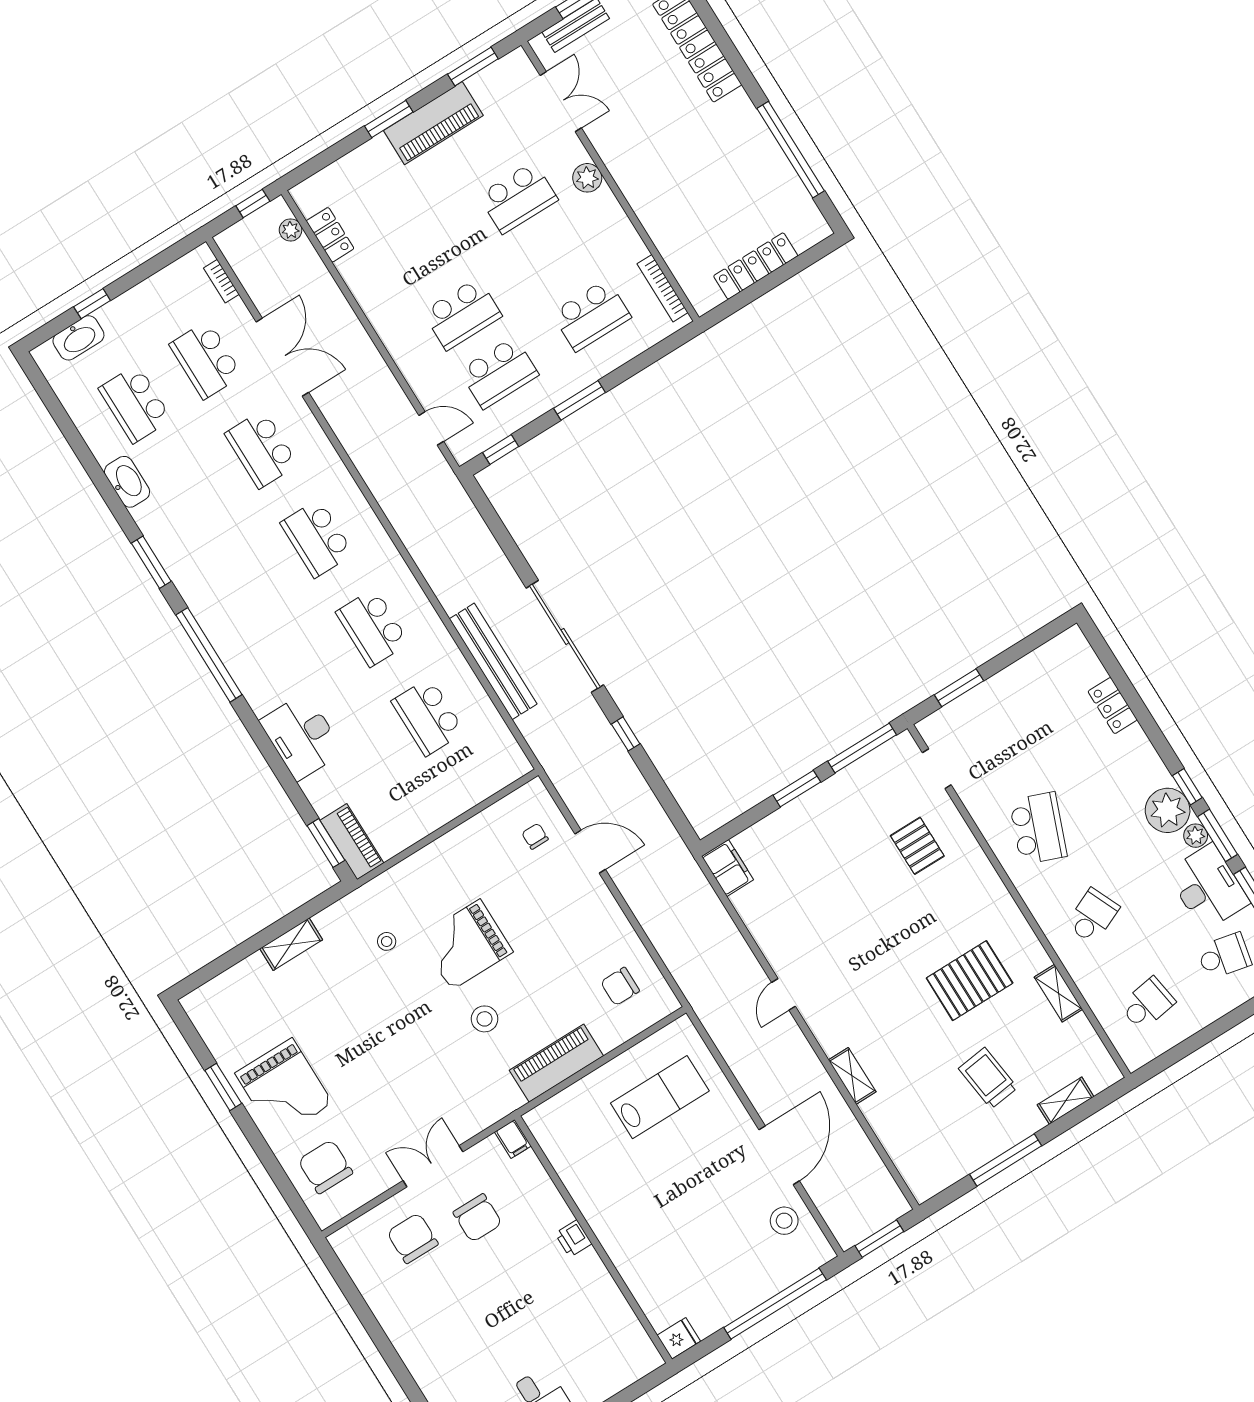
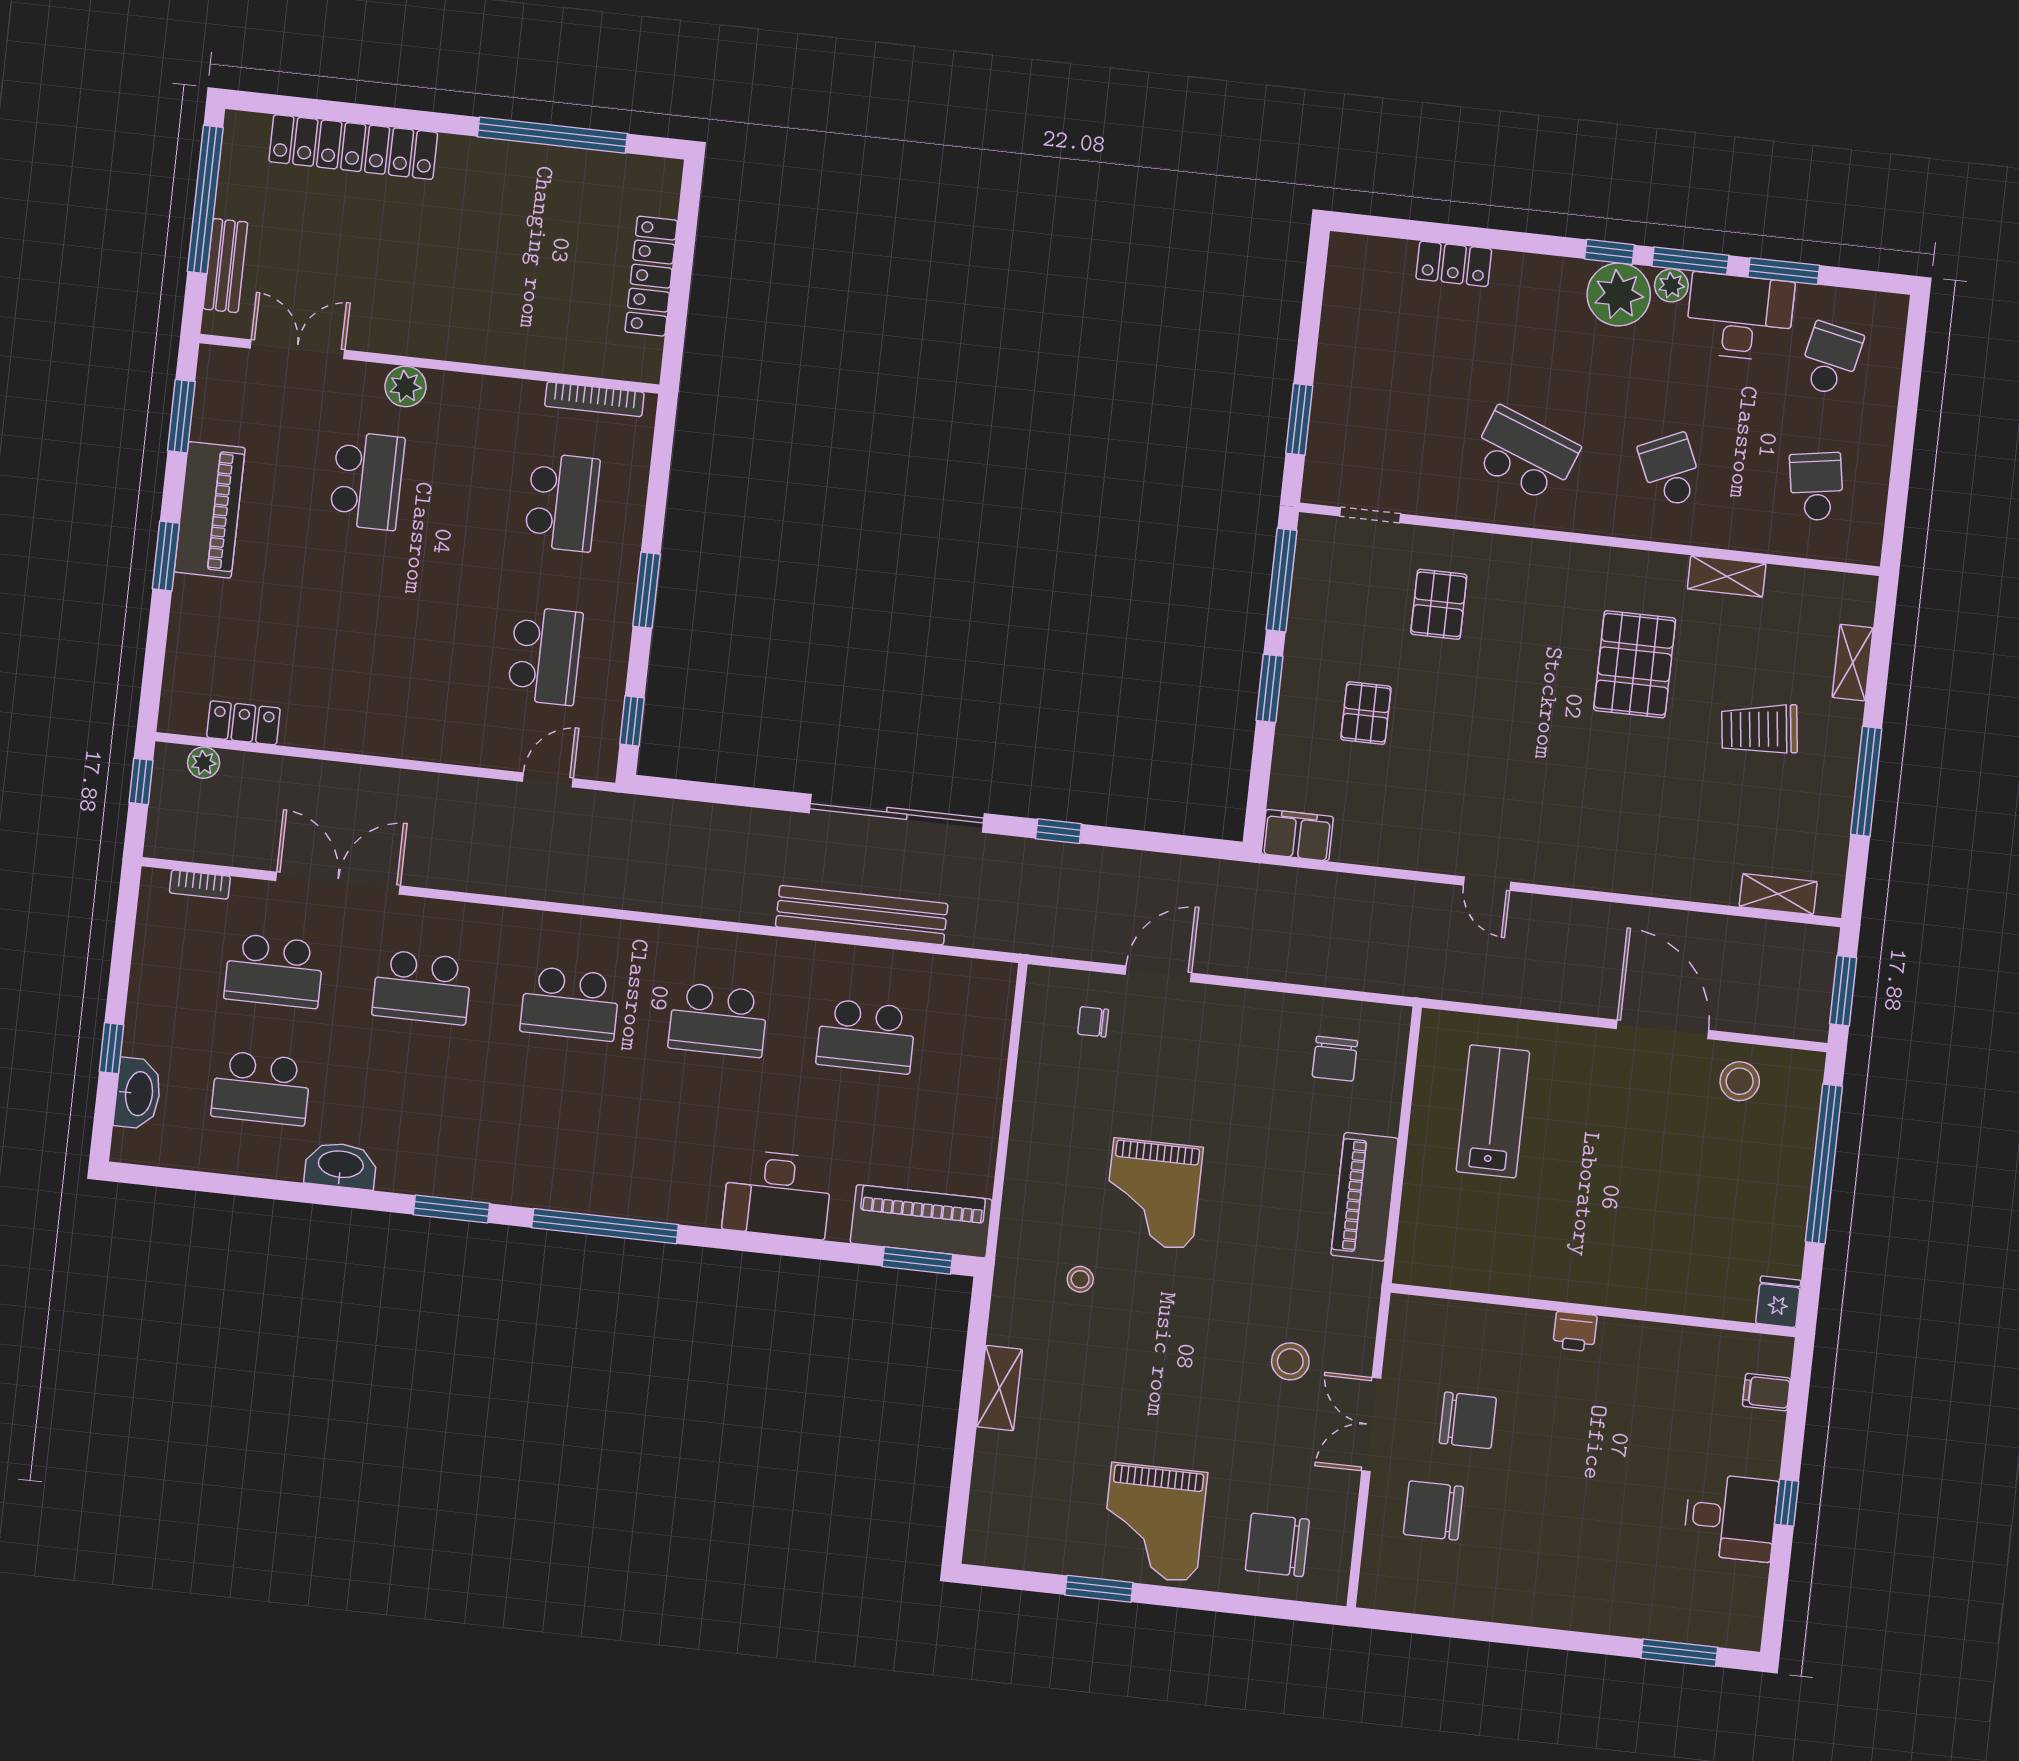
school desk: (462, 314) -> (448, 645), removed
piano: (352, 842) -> (921, 1221), width x1.37, depth x1.33
pallet: (917, 846) -> (1439, 604), turned 90
pallet: (825, 853) -> (1366, 713), added
stool: (485, 1019) -> (1290, 1361), moved
shelving: (852, 1076) -> (1778, 894), moved
grand piano: (284, 1088) -> (1154, 1522), turned 90
filing cabinet: (513, 1139) -> (1766, 1392), moved, turned 180

